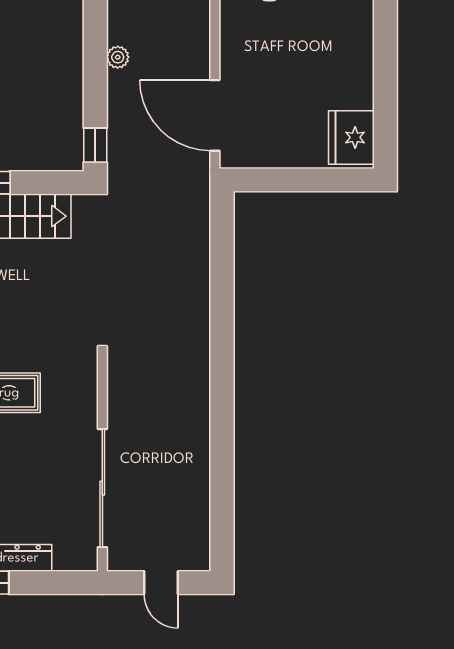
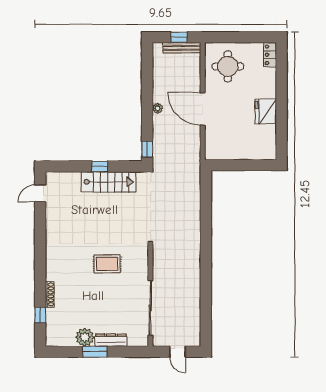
door: (215, 115) -> (203, 109), moved
fridge: (351, 137) -> (266, 111), moved

